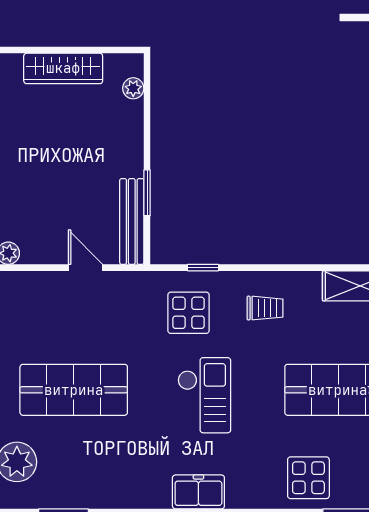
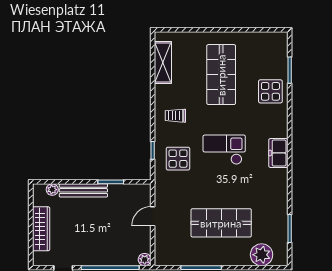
bench: (132, 221) -> (83, 190), moved
trolley: (265, 308) -> (175, 116), turned -90
shop shelf: (74, 390) -> (221, 223), turned 90

